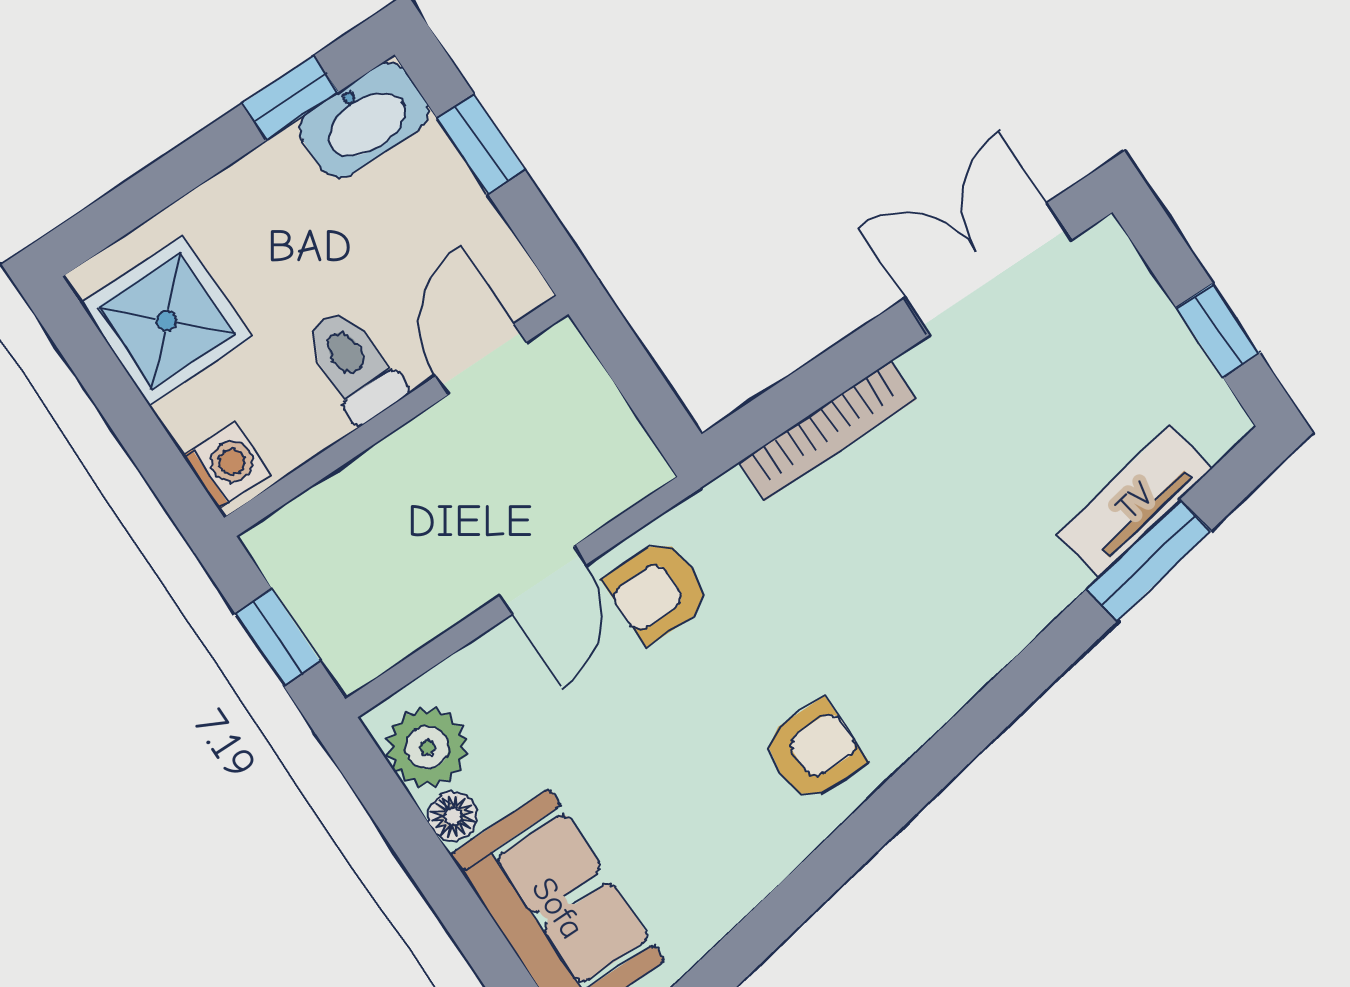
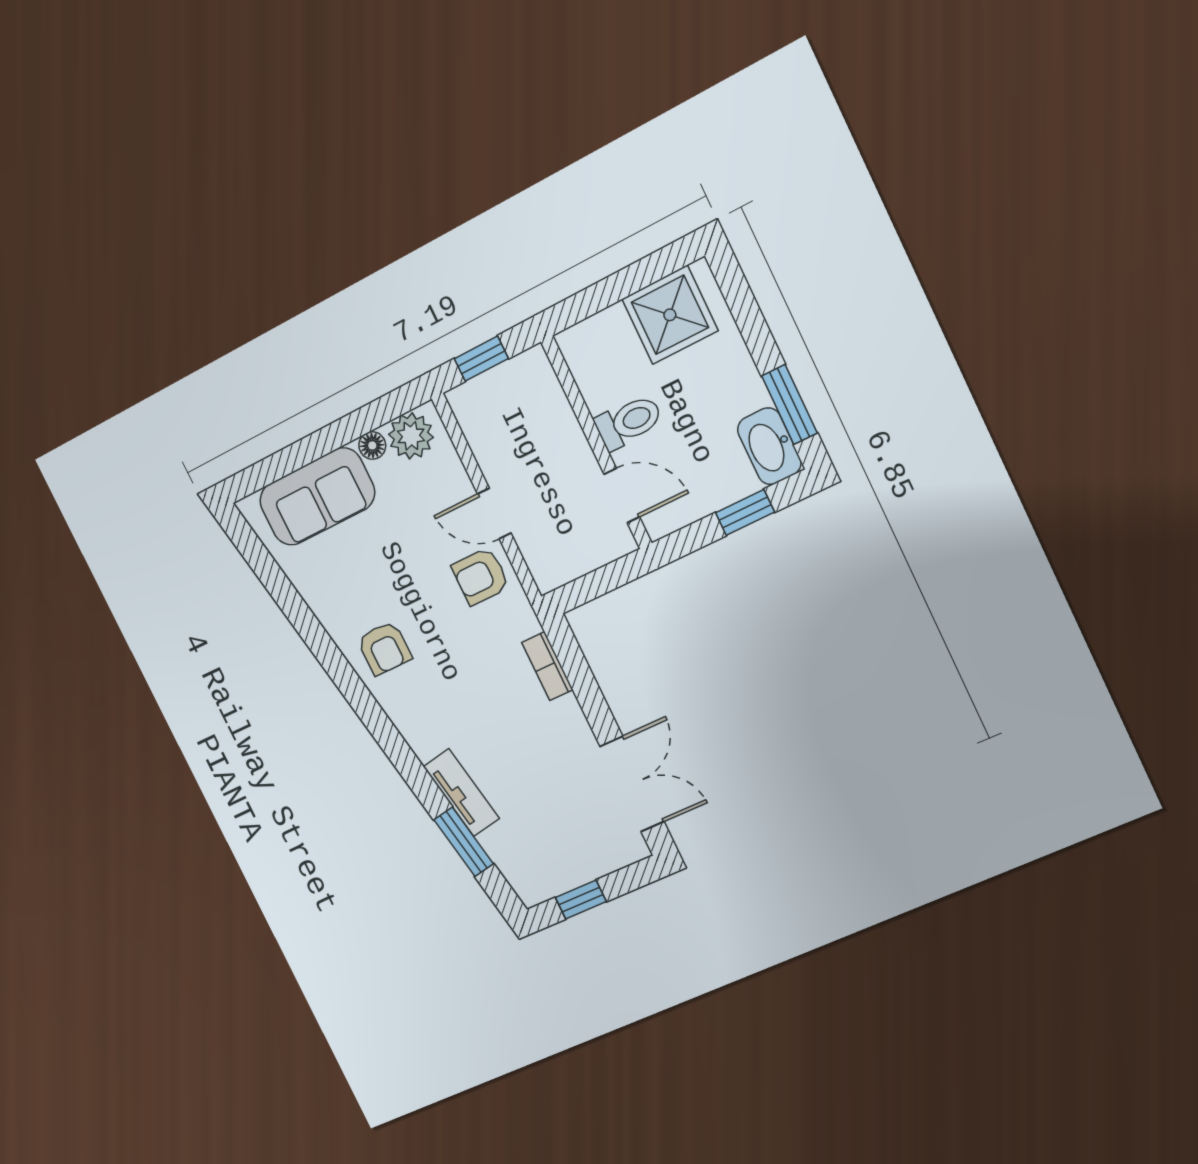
window: (290, 98) -> (789, 405), width x1.50
bookcase: (827, 431) -> (547, 666), width x0.64
washing machine: (227, 465) -> (582, 341), removed
tv unit: (1135, 501) -> (461, 792), moved
armchair: (657, 591) -> (481, 576), turned -90

